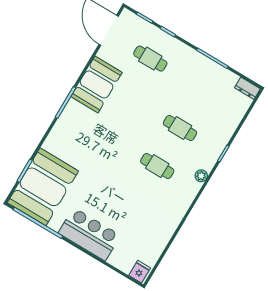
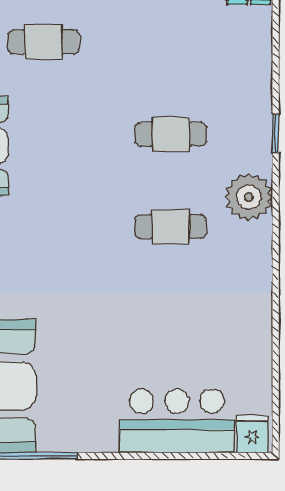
plant: (201, 176) -> (249, 197), width x1.87, depth x1.87
bar counter: (89, 234) -> (177, 421), moved

